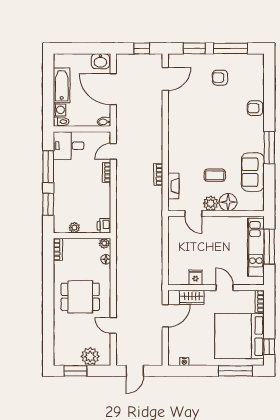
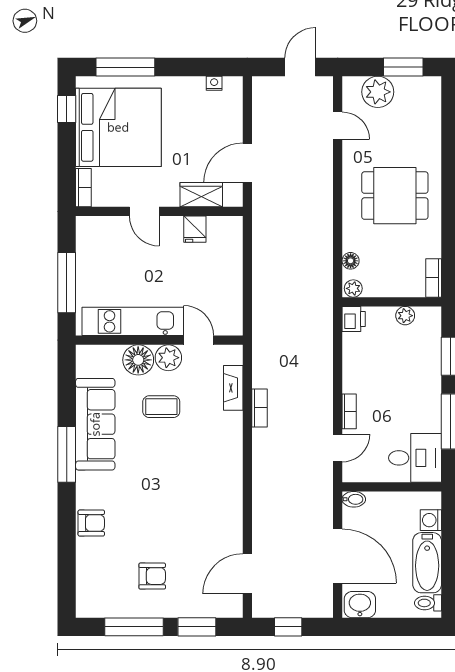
toilet: (61, 122) -> (428, 603), moved
sofa: (253, 172) -> (95, 424), width x1.36
kitchen unit: (256, 247) -> (133, 321), moved, turned -90
door: (113, 326) -> (338, 126), moved

